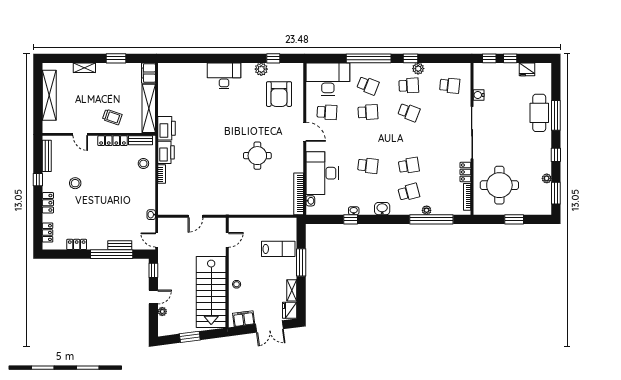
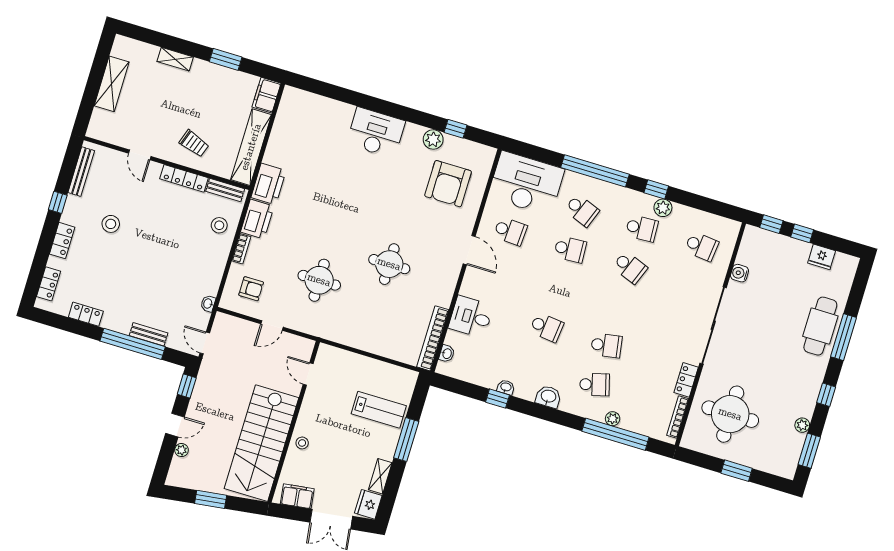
shelving: (49, 95) -> (112, 84), width x0.68
desk: (322, 173) -> (471, 317), width x0.53, depth x0.77
round table: (216, 179) -> (319, 280), added
armchair: (175, 197) -> (251, 289), added
door: (227, 240) -> (308, 374), swing flipped

